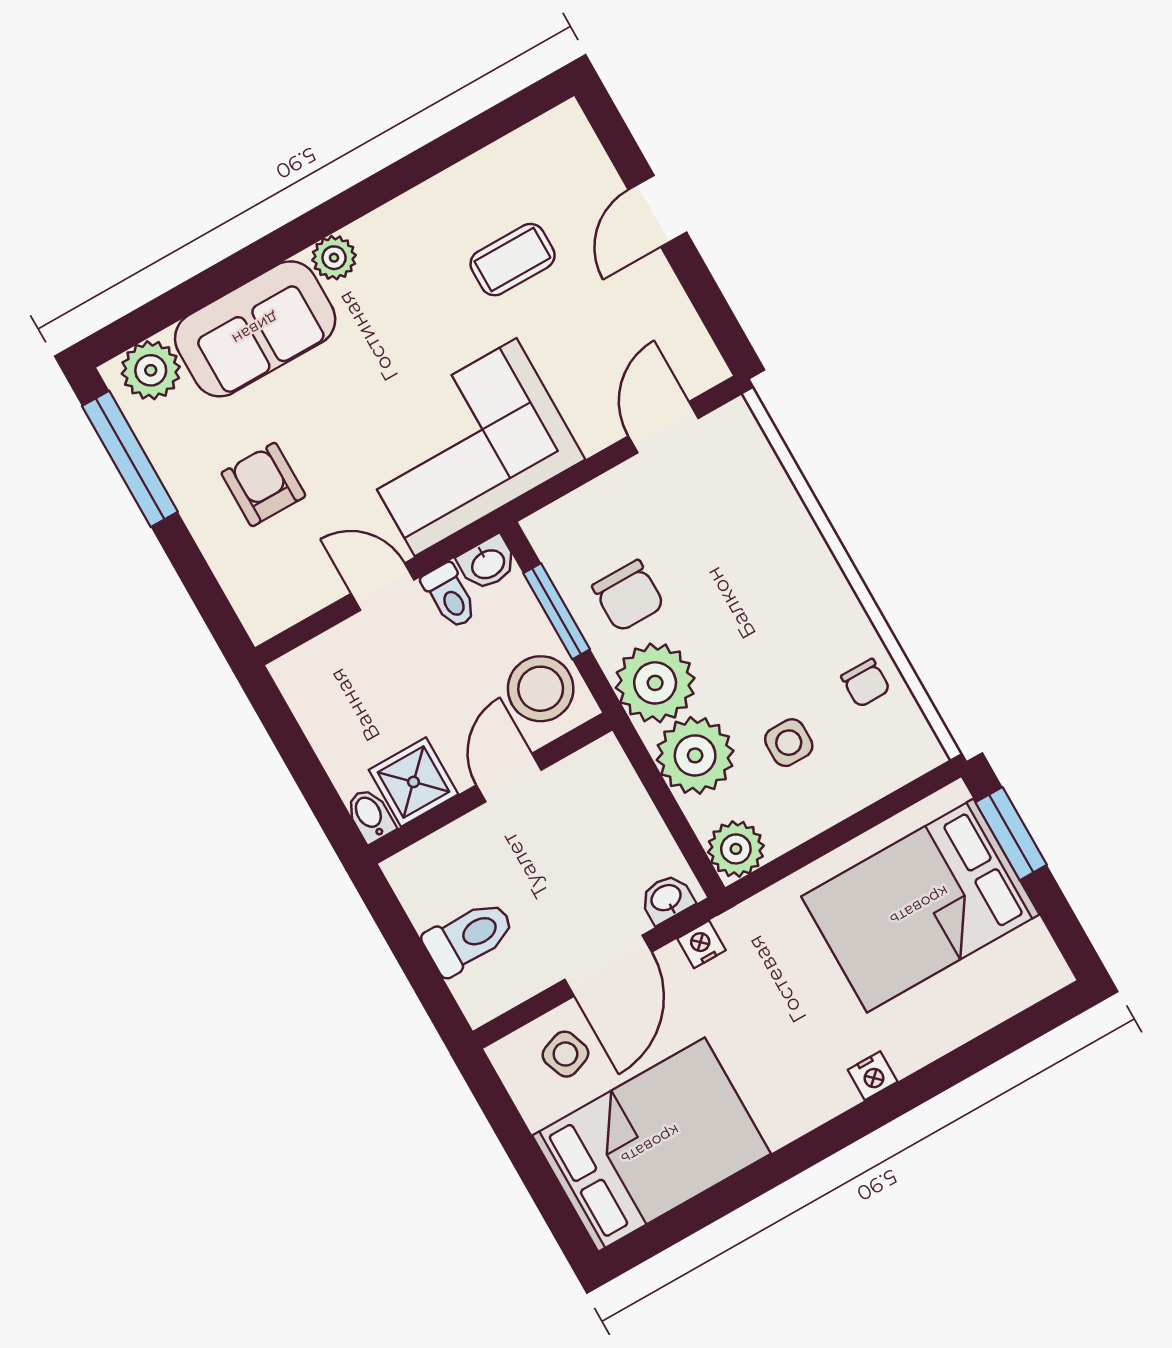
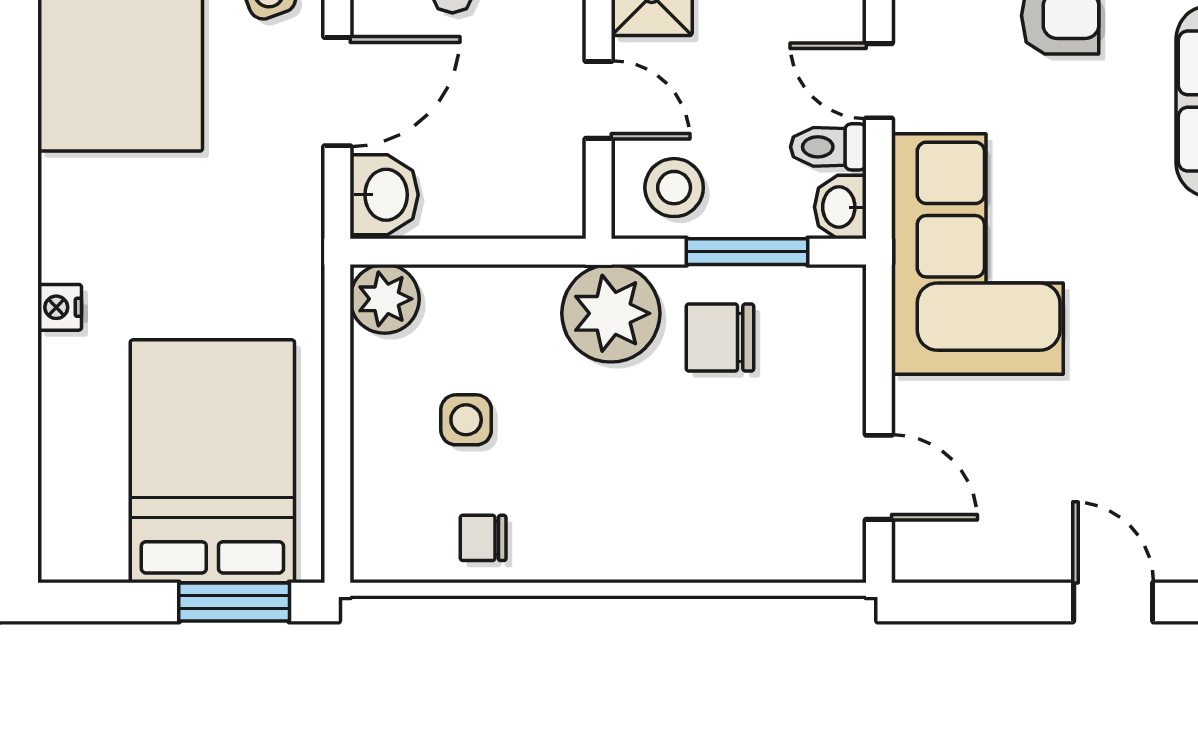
coffee table: (513, 260) -> (1149, 418), removed
door: (383, 587) -> (879, 81), swing flipped
stool: (541, 689) -> (674, 188), width x0.73, depth x0.73
plant: (695, 755) -> (509, 312), removed
washbasin: (667, 899) -> (384, 195), width x1.38, depth x1.45
nightstand: (702, 944) -> (303, 204), removed
door: (608, 966) -> (337, 92), swing flipped

